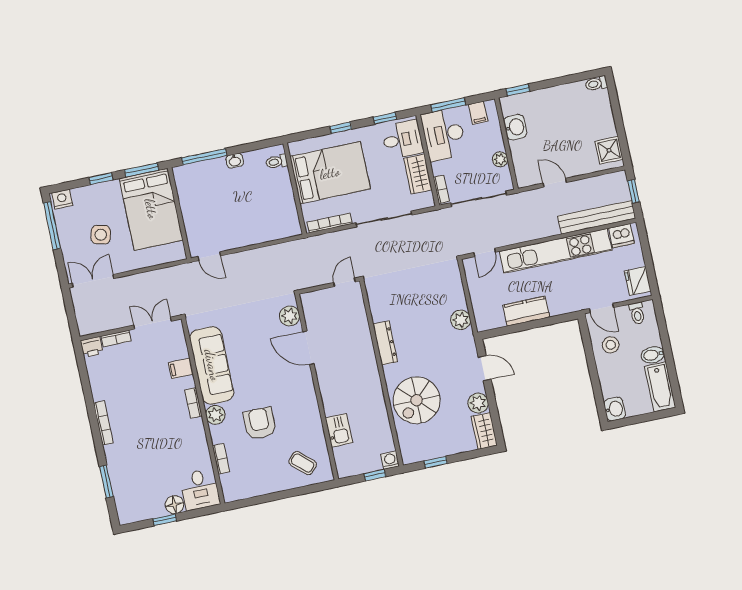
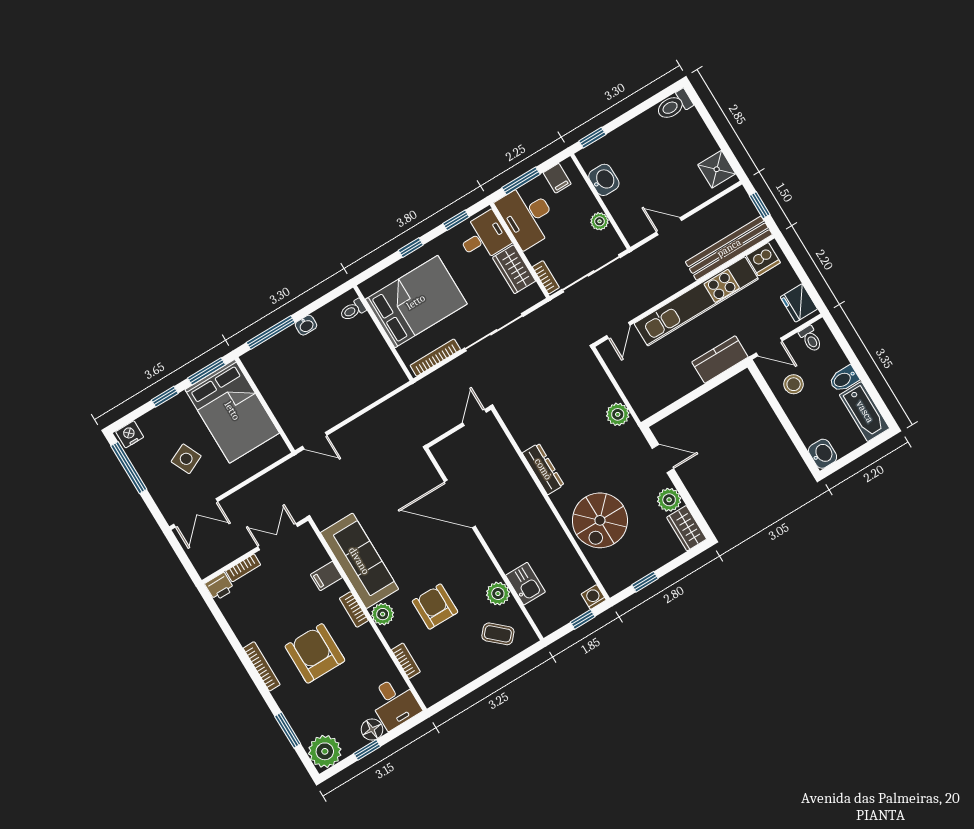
toilet: (596, 84) -> (674, 105), width x1.37, depth x1.39
side table: (101, 235) -> (186, 459), turned -38
double door: (93, 281) -> (196, 513), swing flipped
kitchen counter: (526, 311) -> (720, 359), moved
plant: (290, 316) -> (498, 594), moved
door: (308, 348) -> (460, 504), width x1.36
armchair: (150, 427) -> (315, 653), added
plant: (130, 509) -> (325, 751), added

